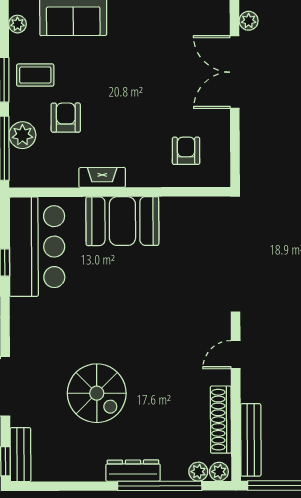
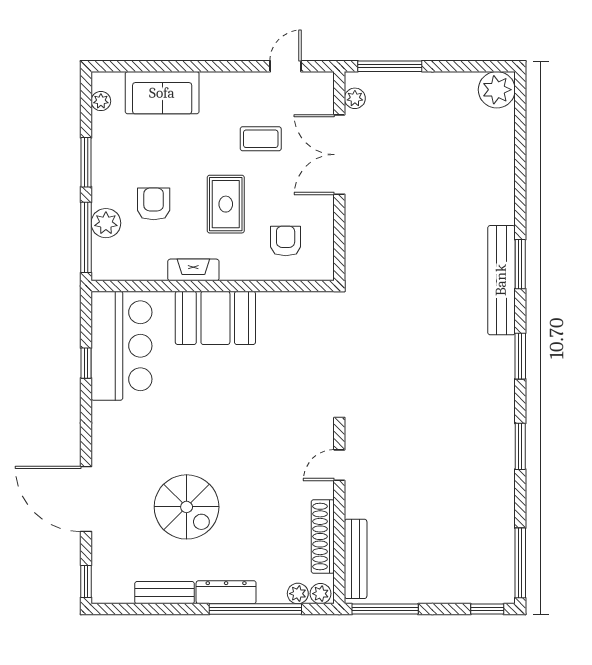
coffee table: (35, 75) -> (261, 139), moved
rug: (131, 117) -> (226, 204), added
bench: (20, 455) -> (165, 593), moved, turned 90

